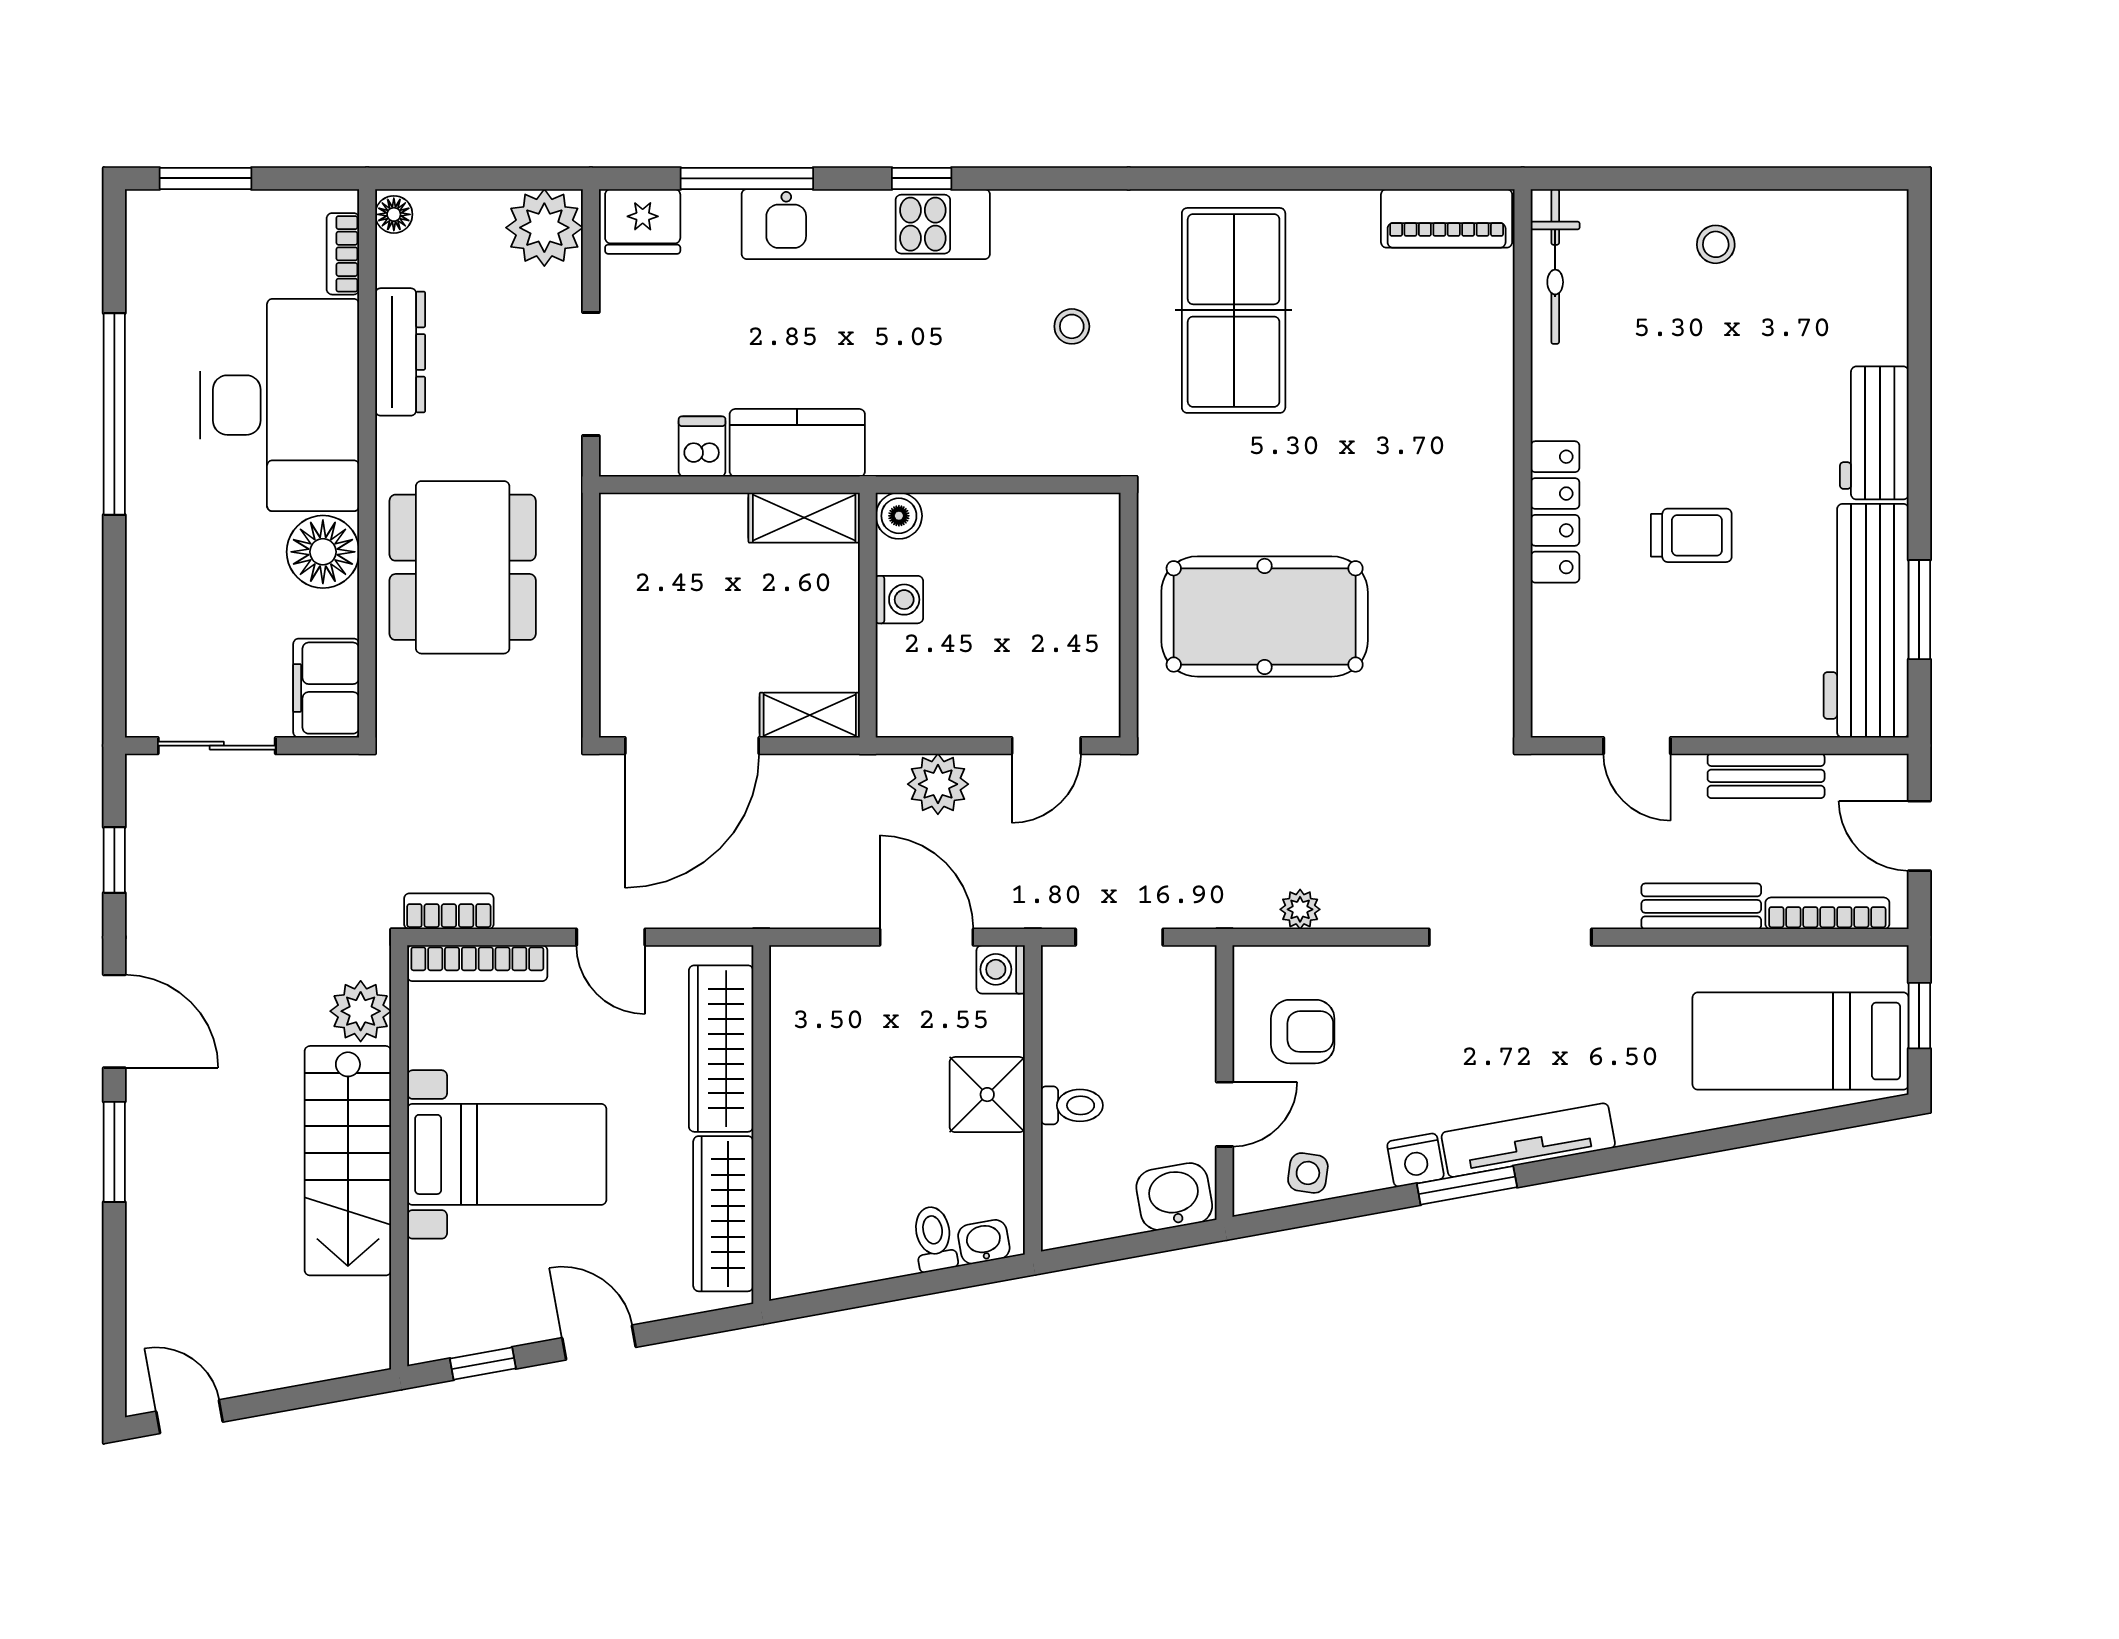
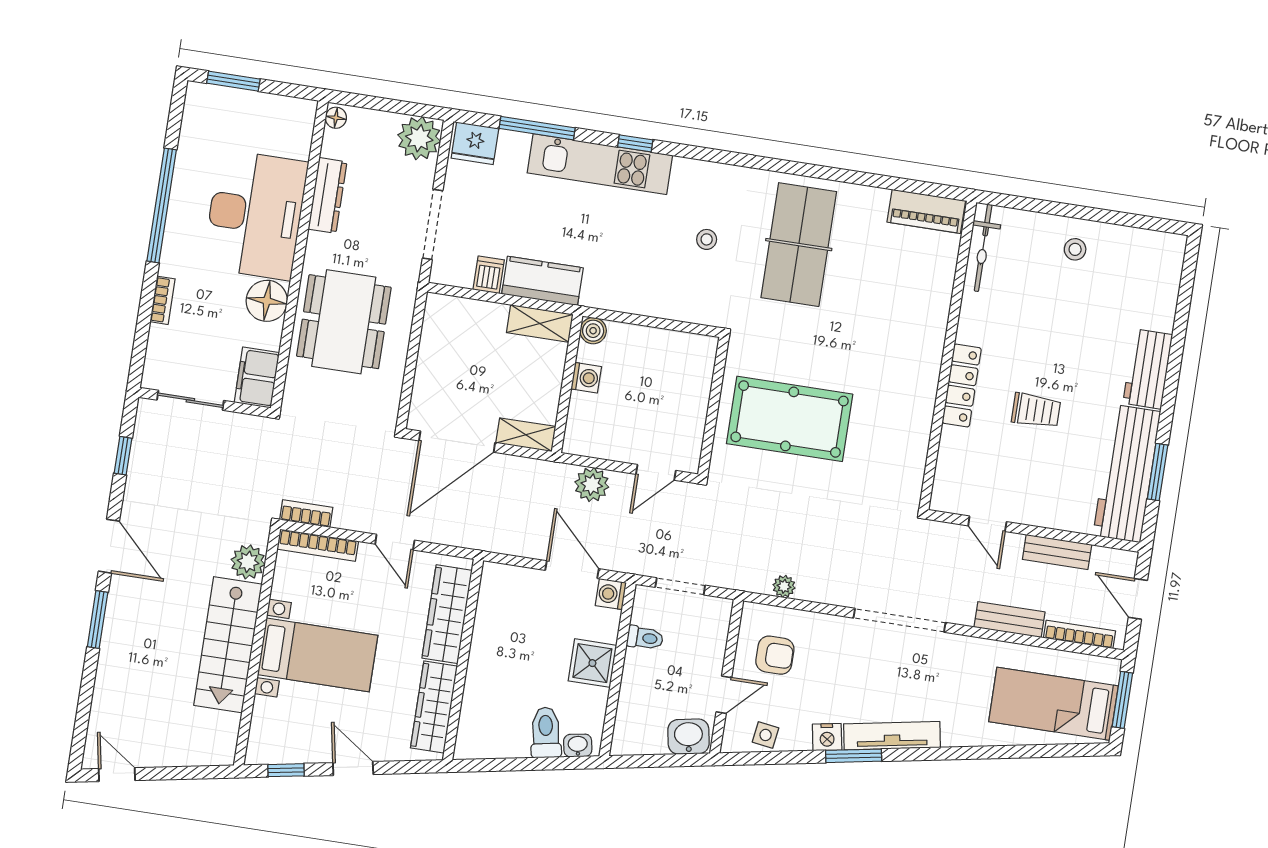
bookcase: (343, 254) -> (162, 300), moved, turned 180
window: (1919, 1016) -> (1122, 700), width x1.50
toilet: (1072, 1105) -> (645, 638), moved
toilet: (934, 1239) -> (546, 732), width x1.37, depth x1.39

